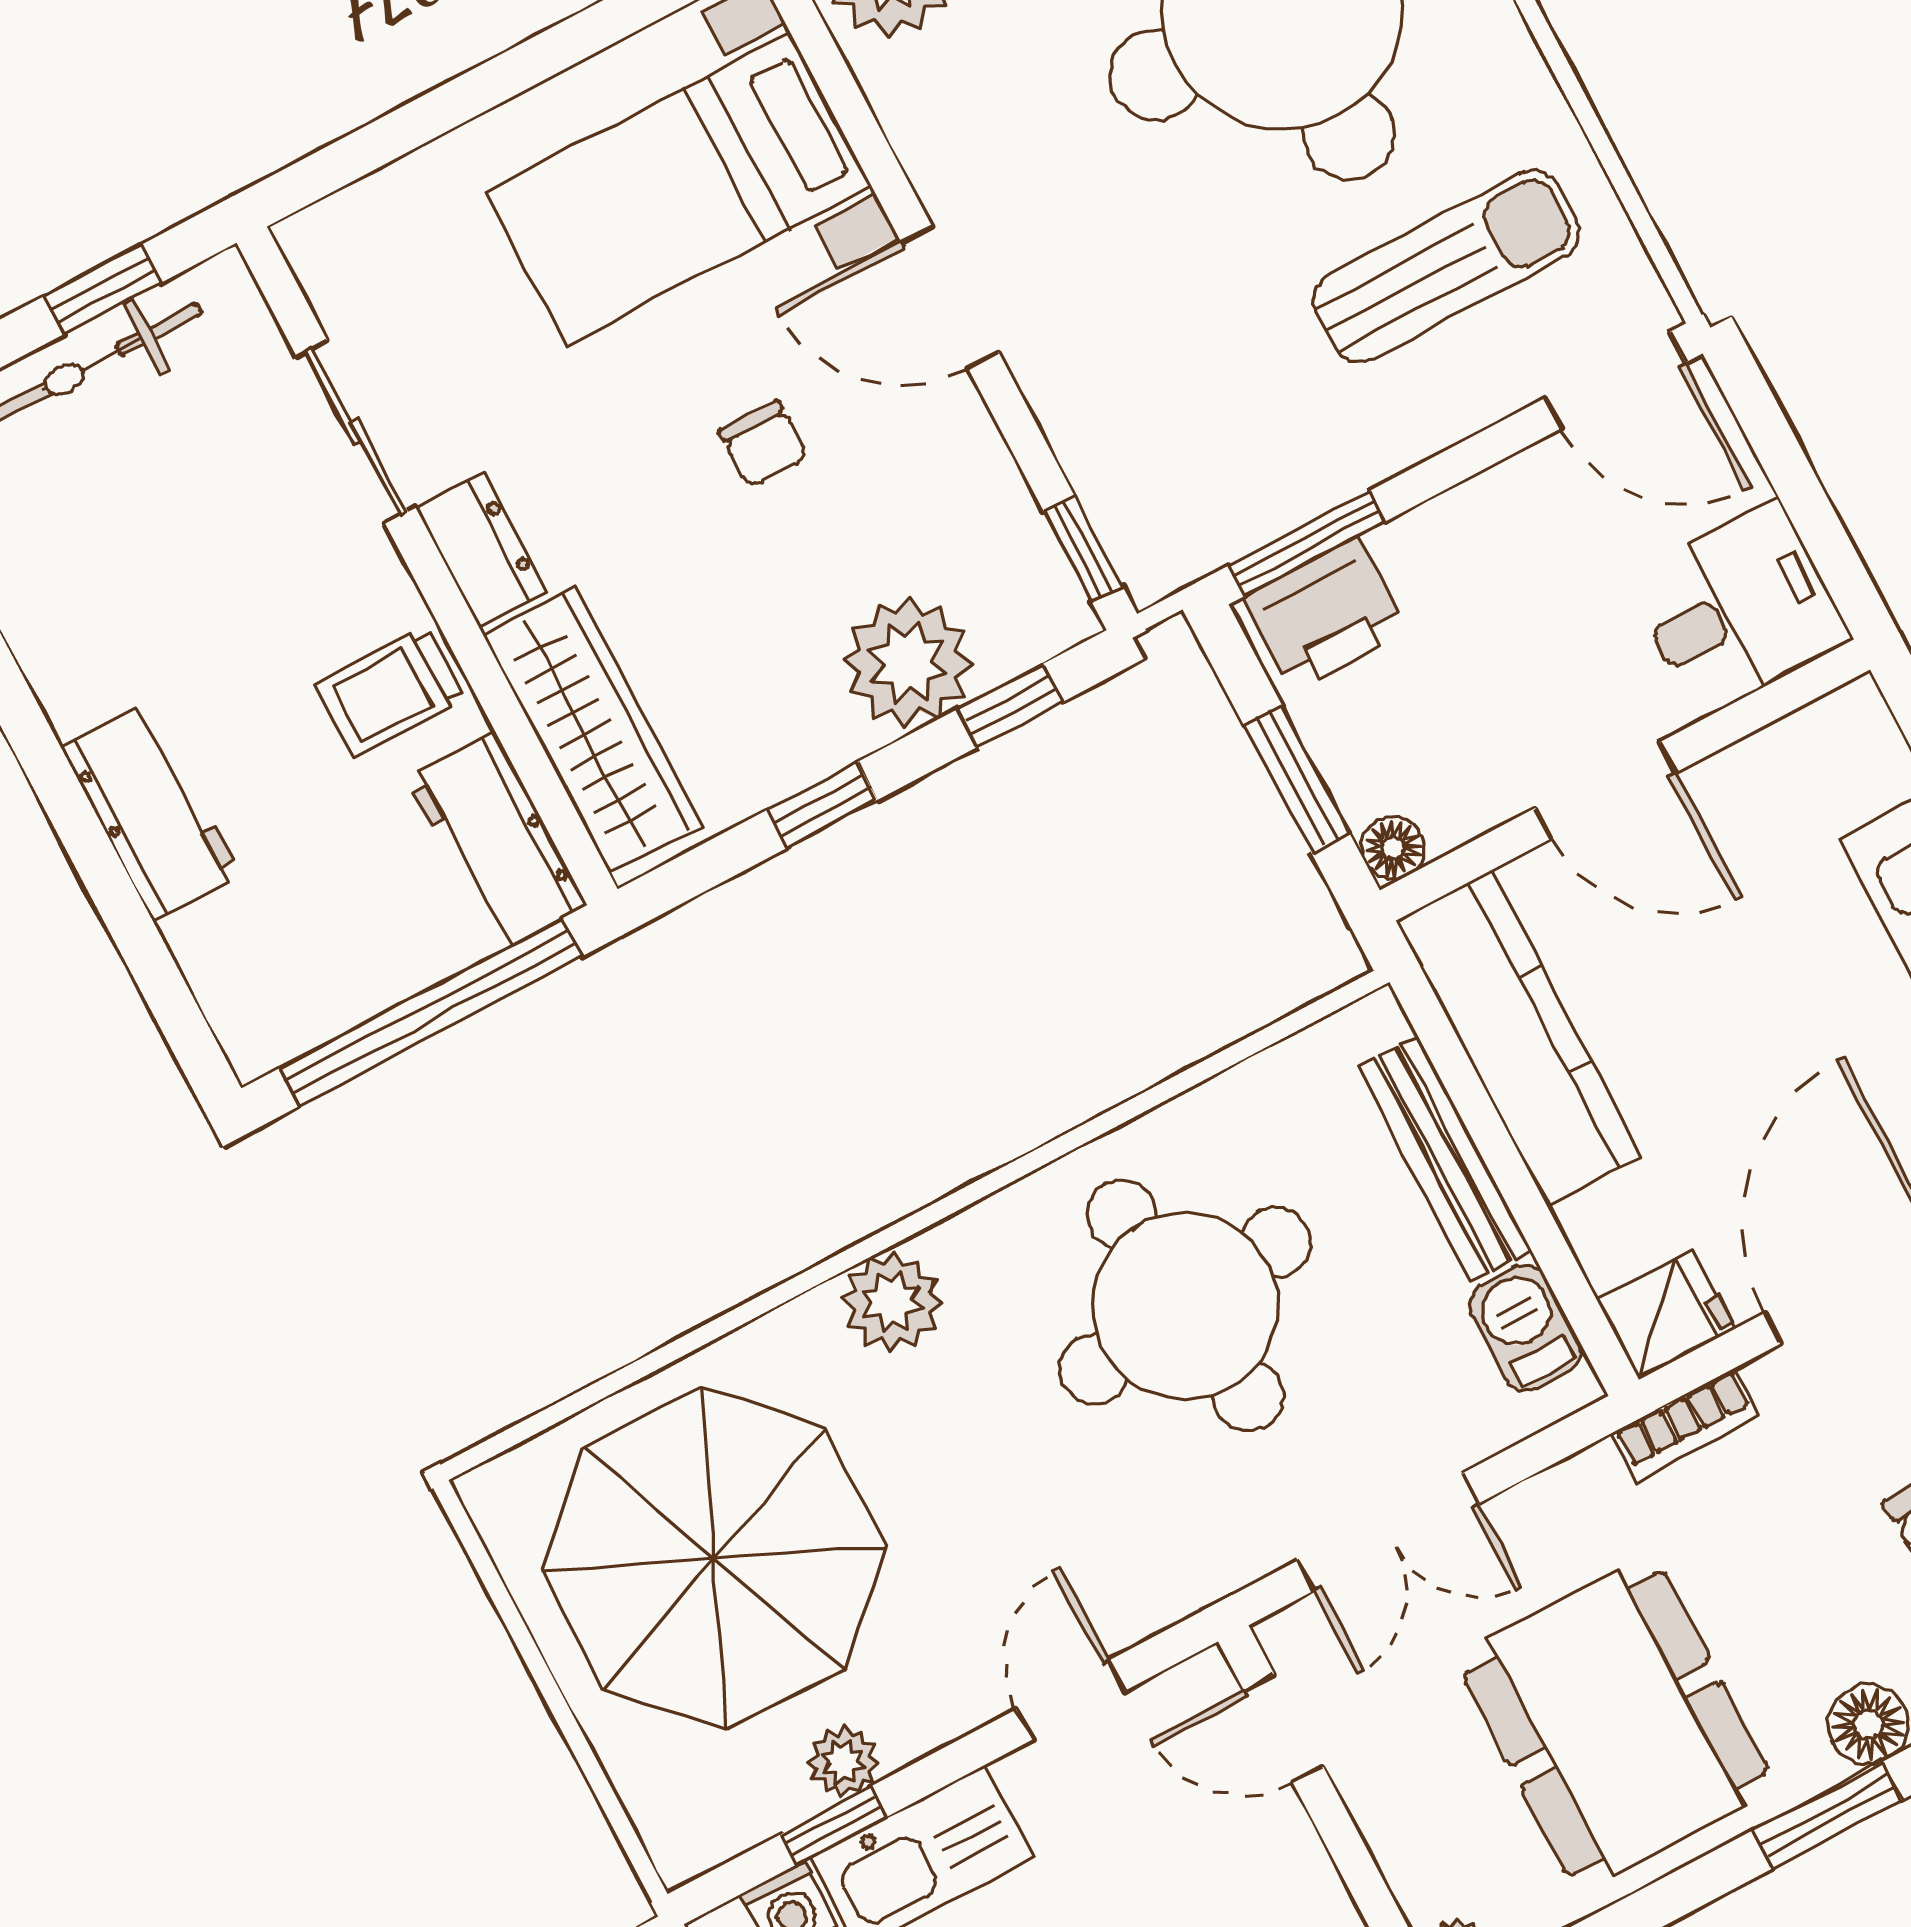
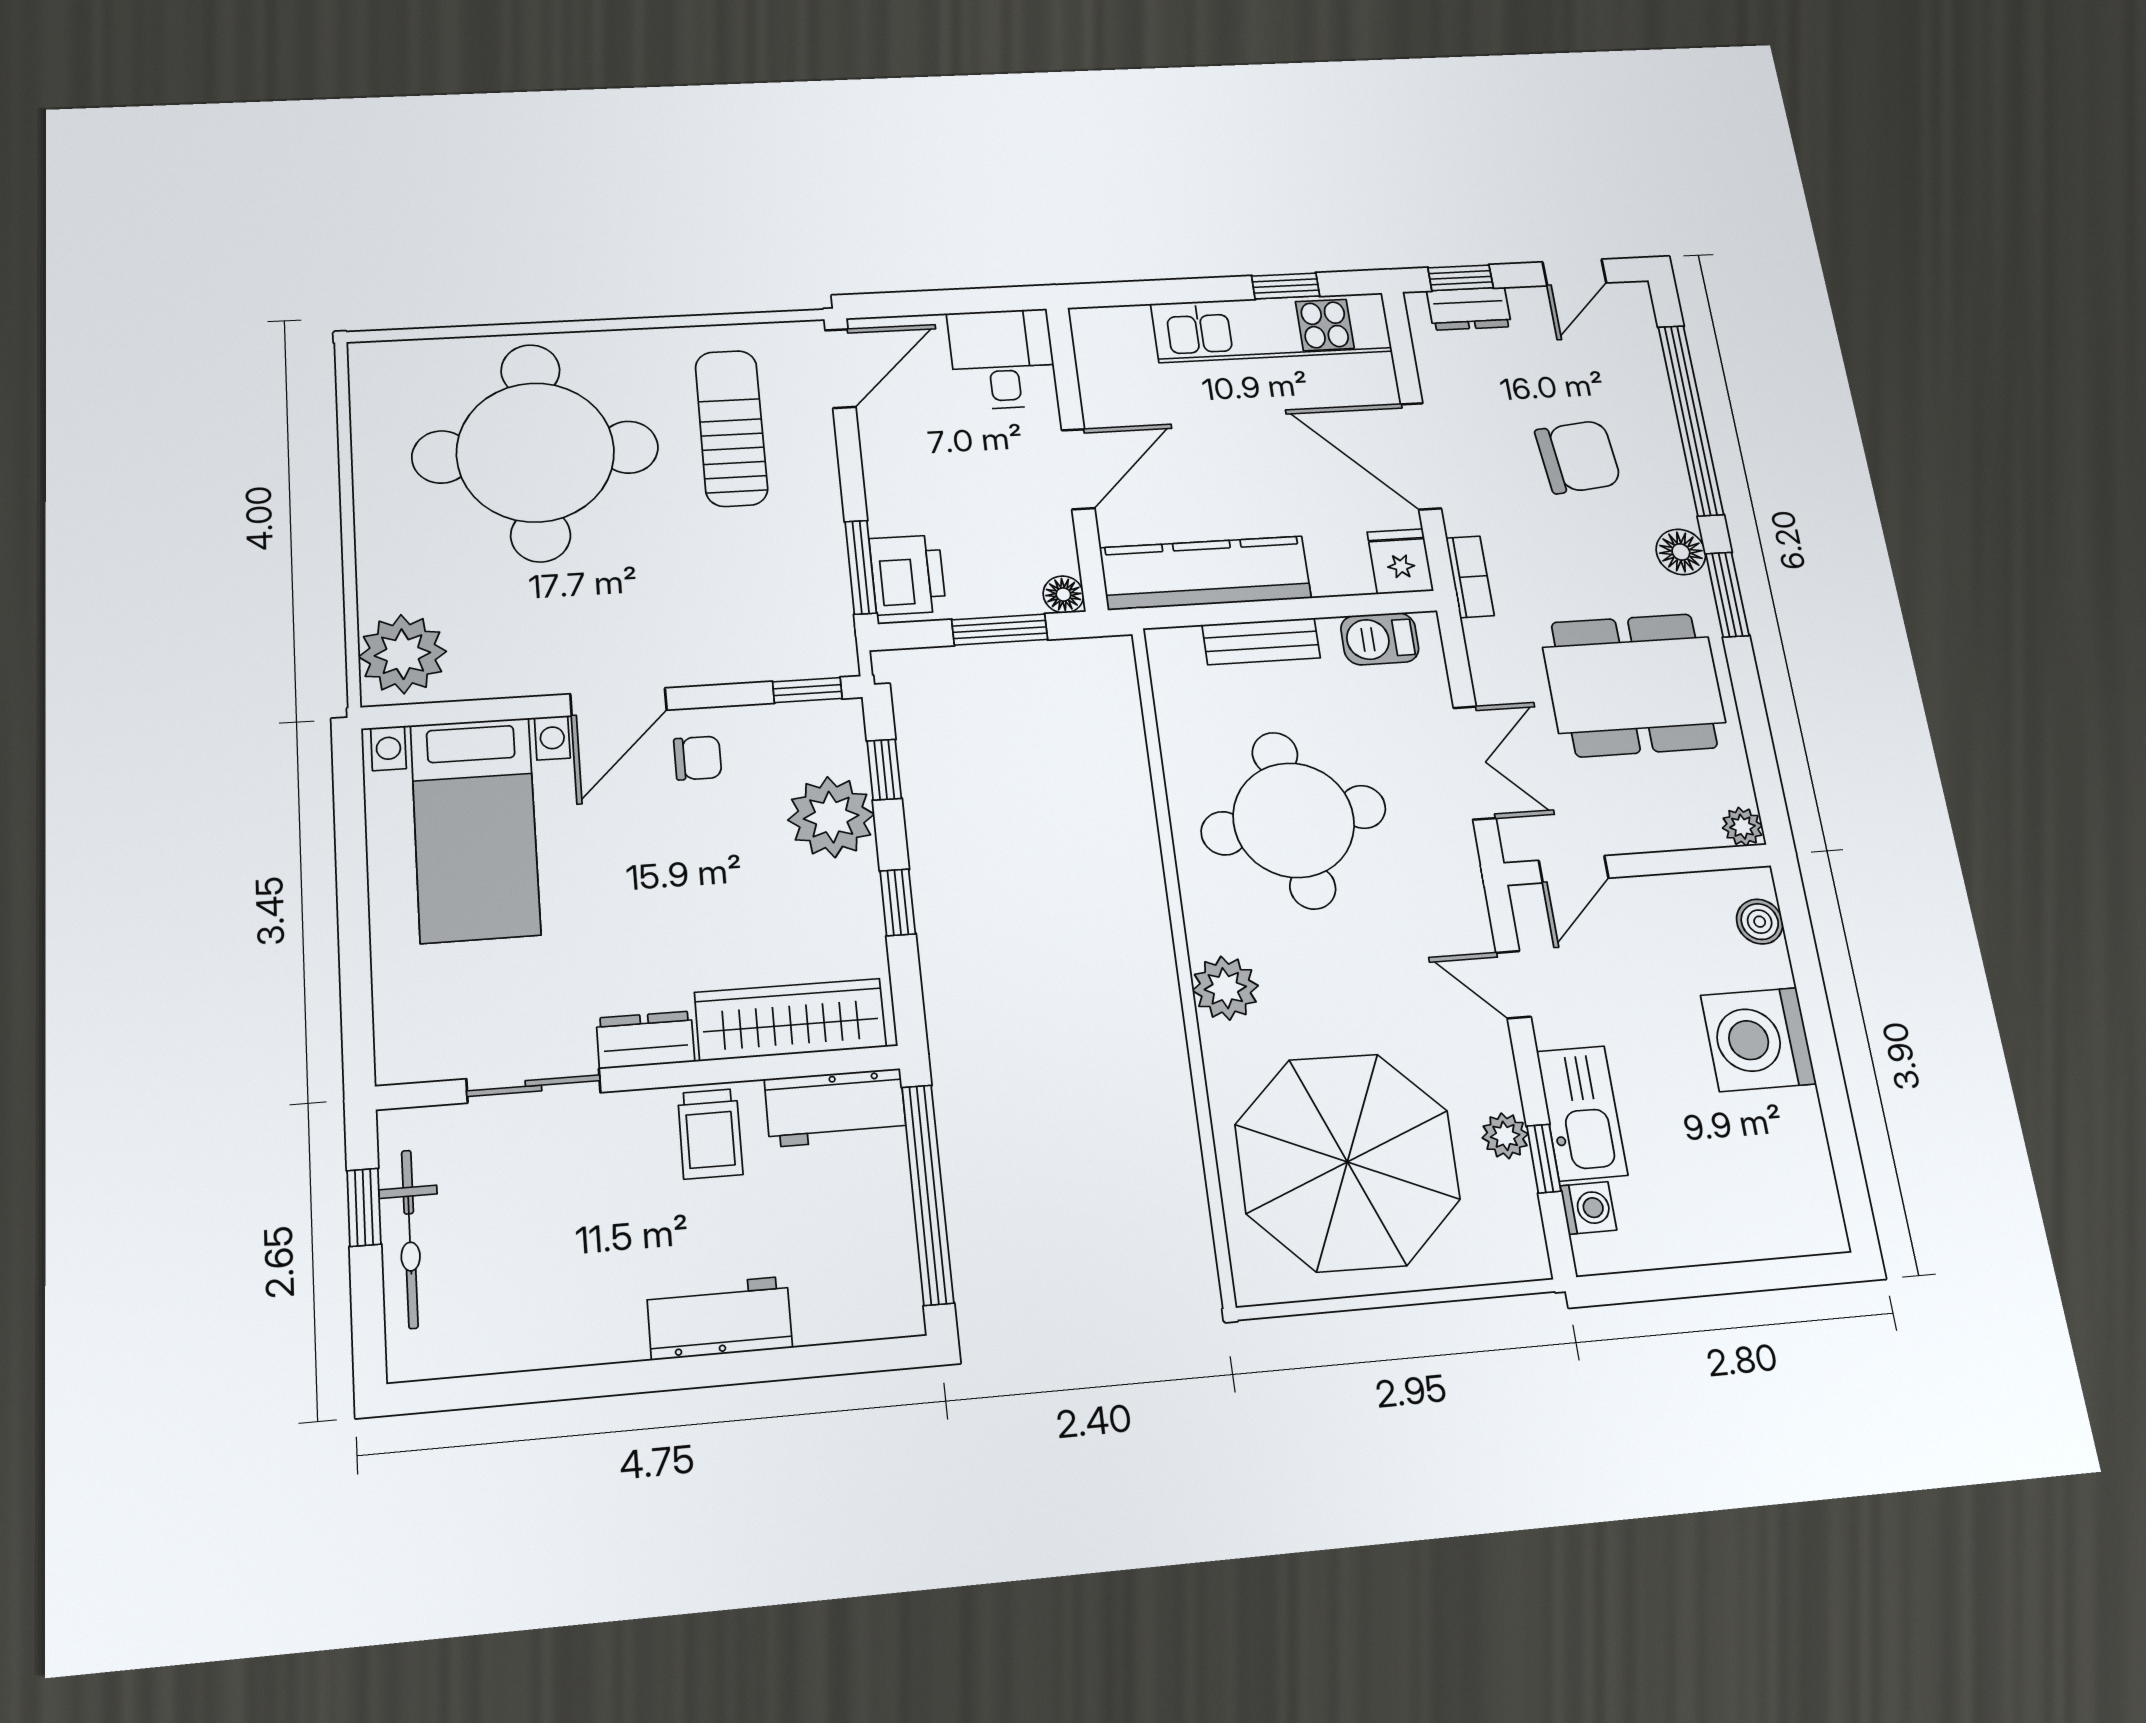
chair: (763, 444) -> (698, 758), moved
bench: (1445, 1159) -> (1261, 641), width x0.73

